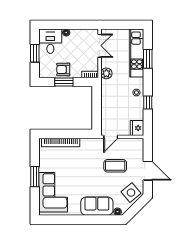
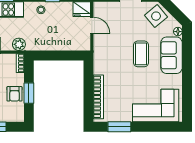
door: (111, 137) -> (92, 25), moved
coffee table: (115, 166) -> (141, 54), moved
window: (35, 177) -> (119, 127), moved

